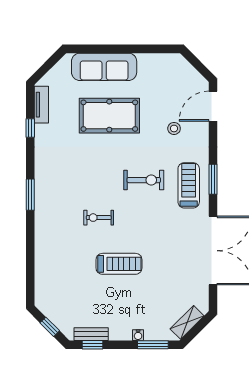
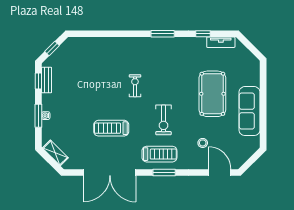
sofa: (104, 67) -> (249, 111), moved
window: (30, 195) -> (163, 34), moved
treadmill: (119, 264) -> (111, 128), moved, turned 90
window: (153, 345) -> (38, 116), moved

